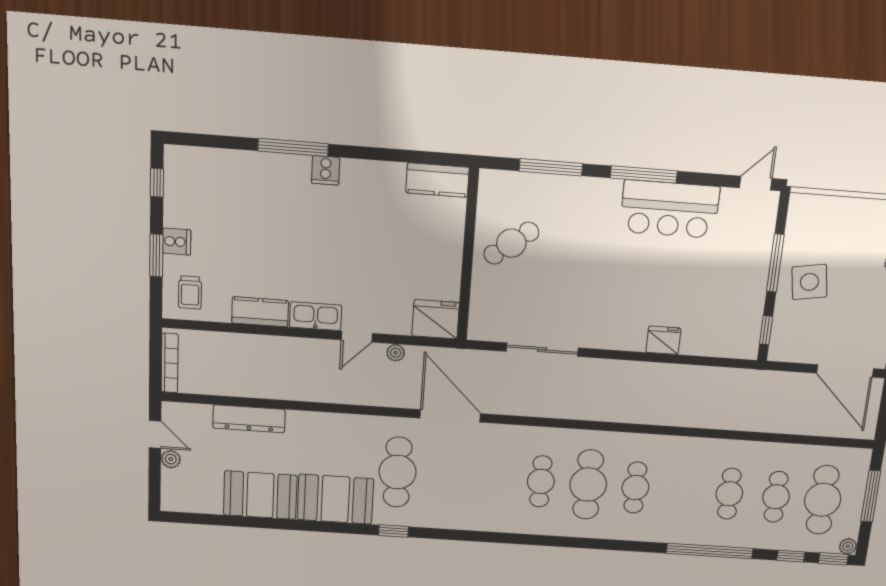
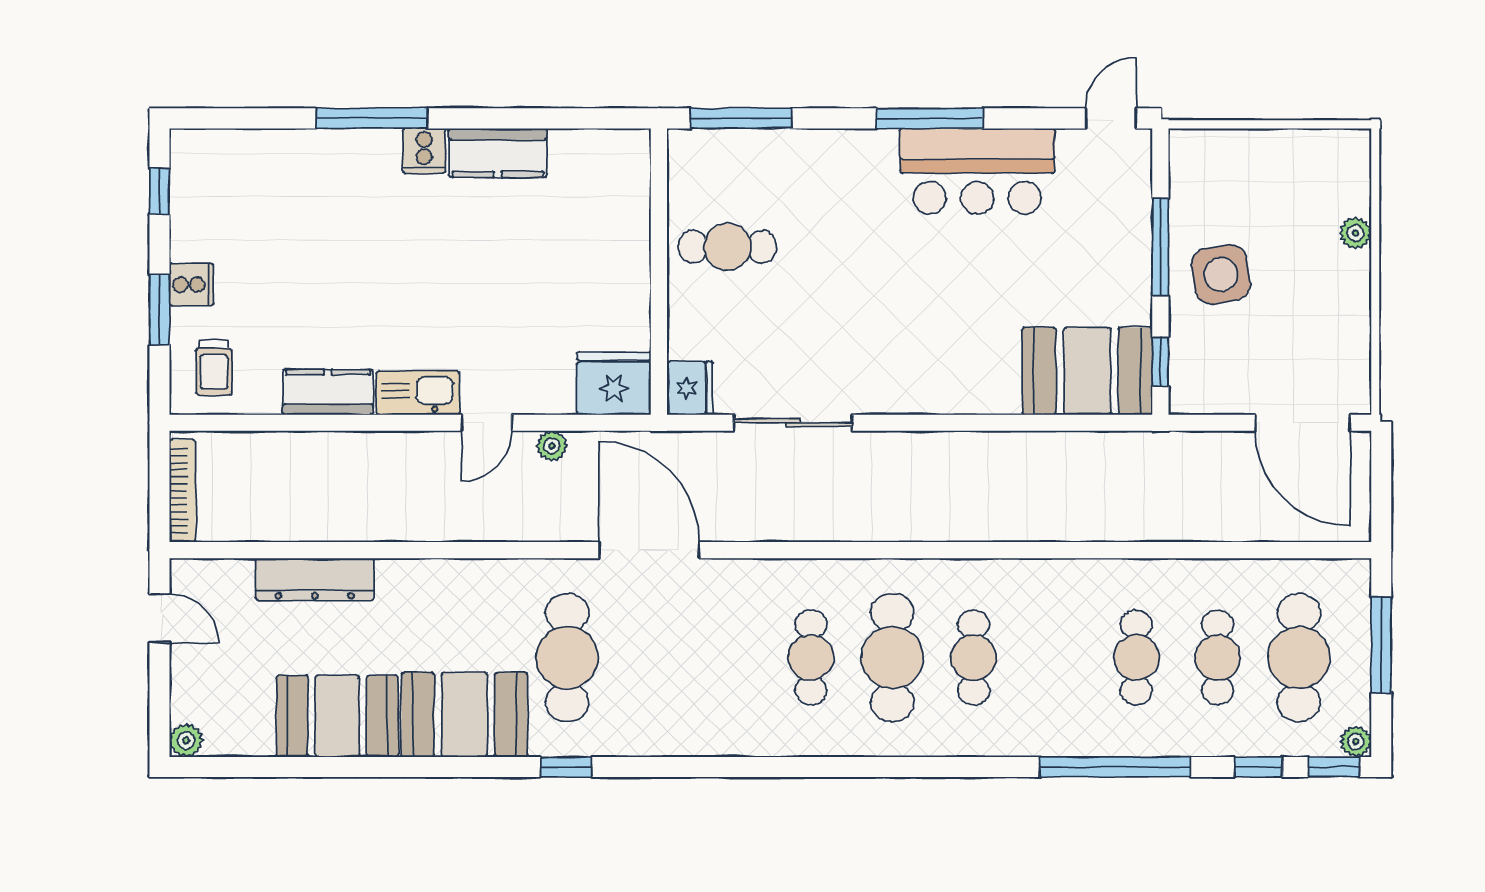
window: (551, 167) -> (741, 118), moved
kitchen counter: (437, 180) -> (498, 153), moved
cafe table: (511, 243) -> (728, 247), turned 38
booth: (722, 332) -> (1087, 371), added
fridge: (663, 340) -> (690, 388), moved, turned 90
plant: (171, 459) -> (186, 740), moved

